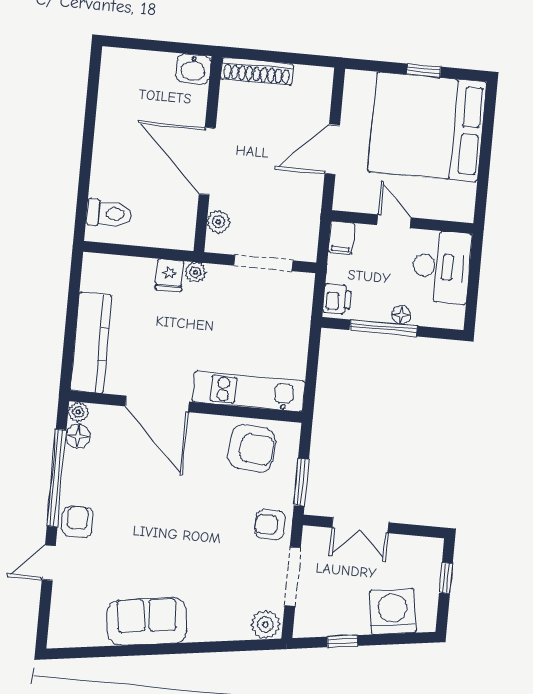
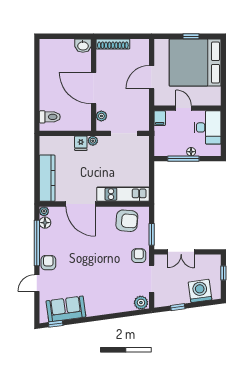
printer: (337, 299) -> (160, 147), removed
armchair: (270, 525) -> (139, 256), turned 90
sofa: (147, 621) -> (66, 309), moved
window: (81, 653) -> (56, 324), added

